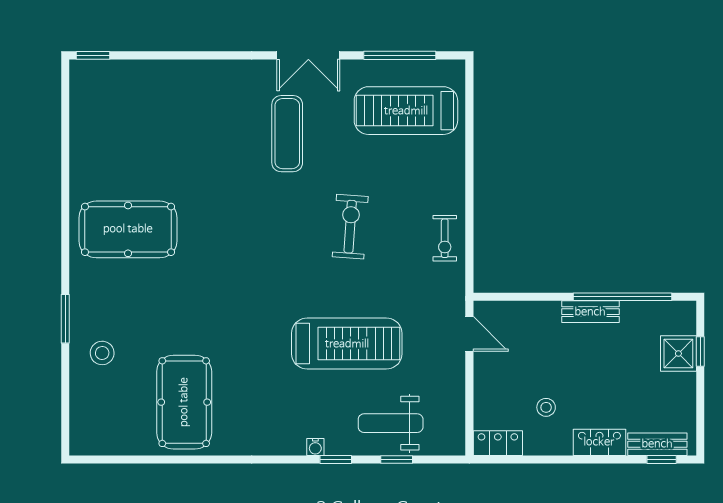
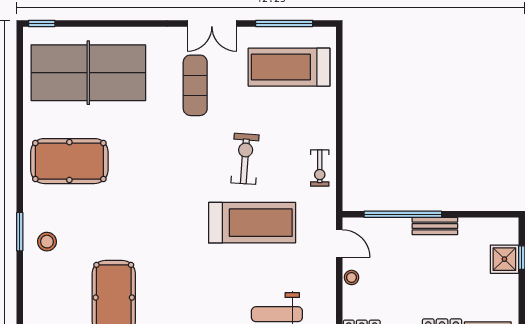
table tennis table: (152, 118) -> (88, 73), added
window: (623, 297) -> (403, 214), moved
treadmill: (347, 344) -> (252, 223), moved
stool: (102, 353) -> (47, 242), moved
stool: (546, 407) -> (352, 277), moved

